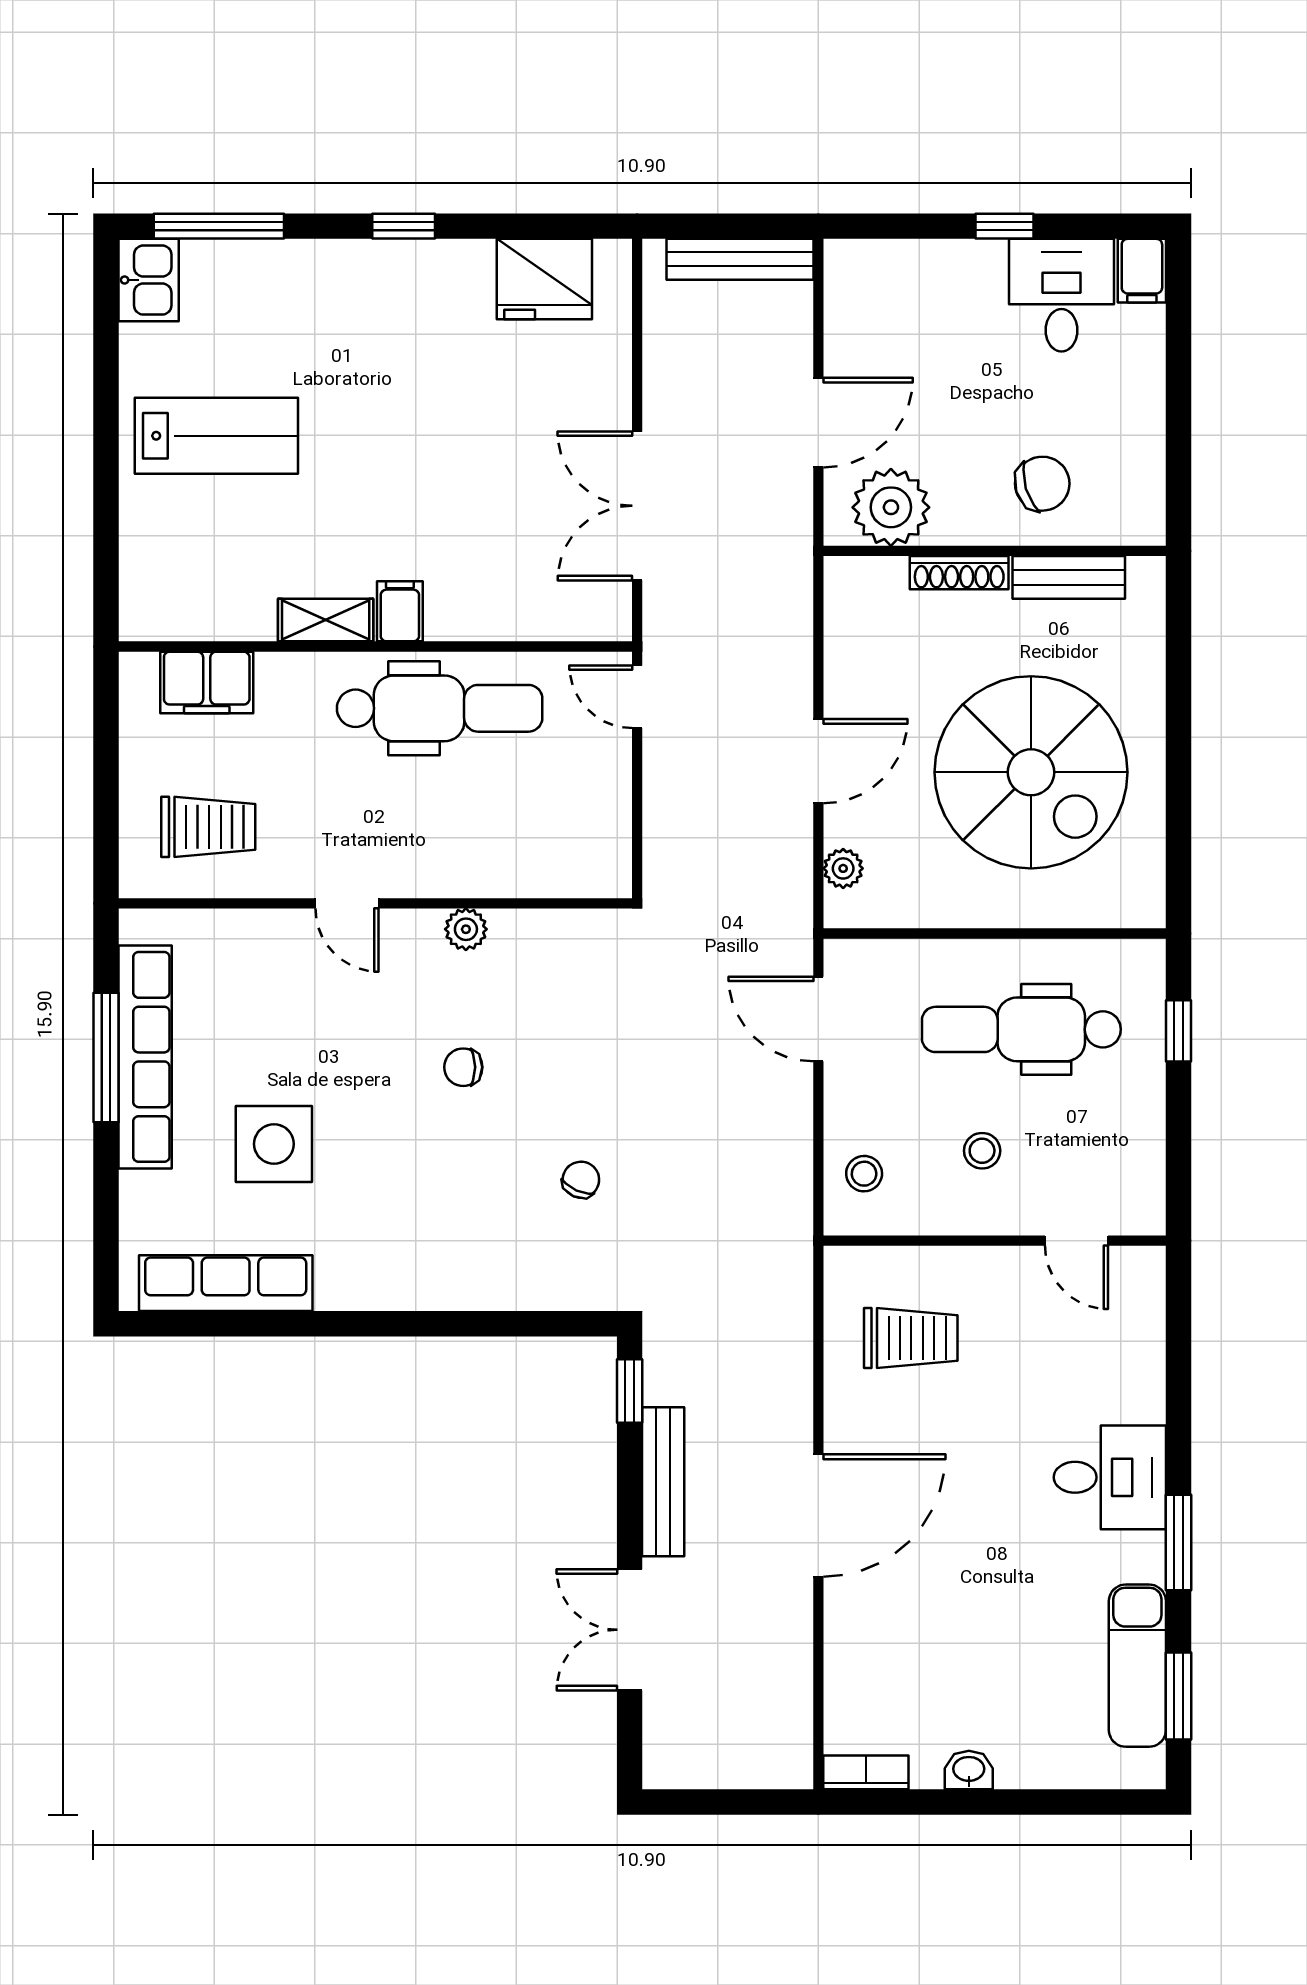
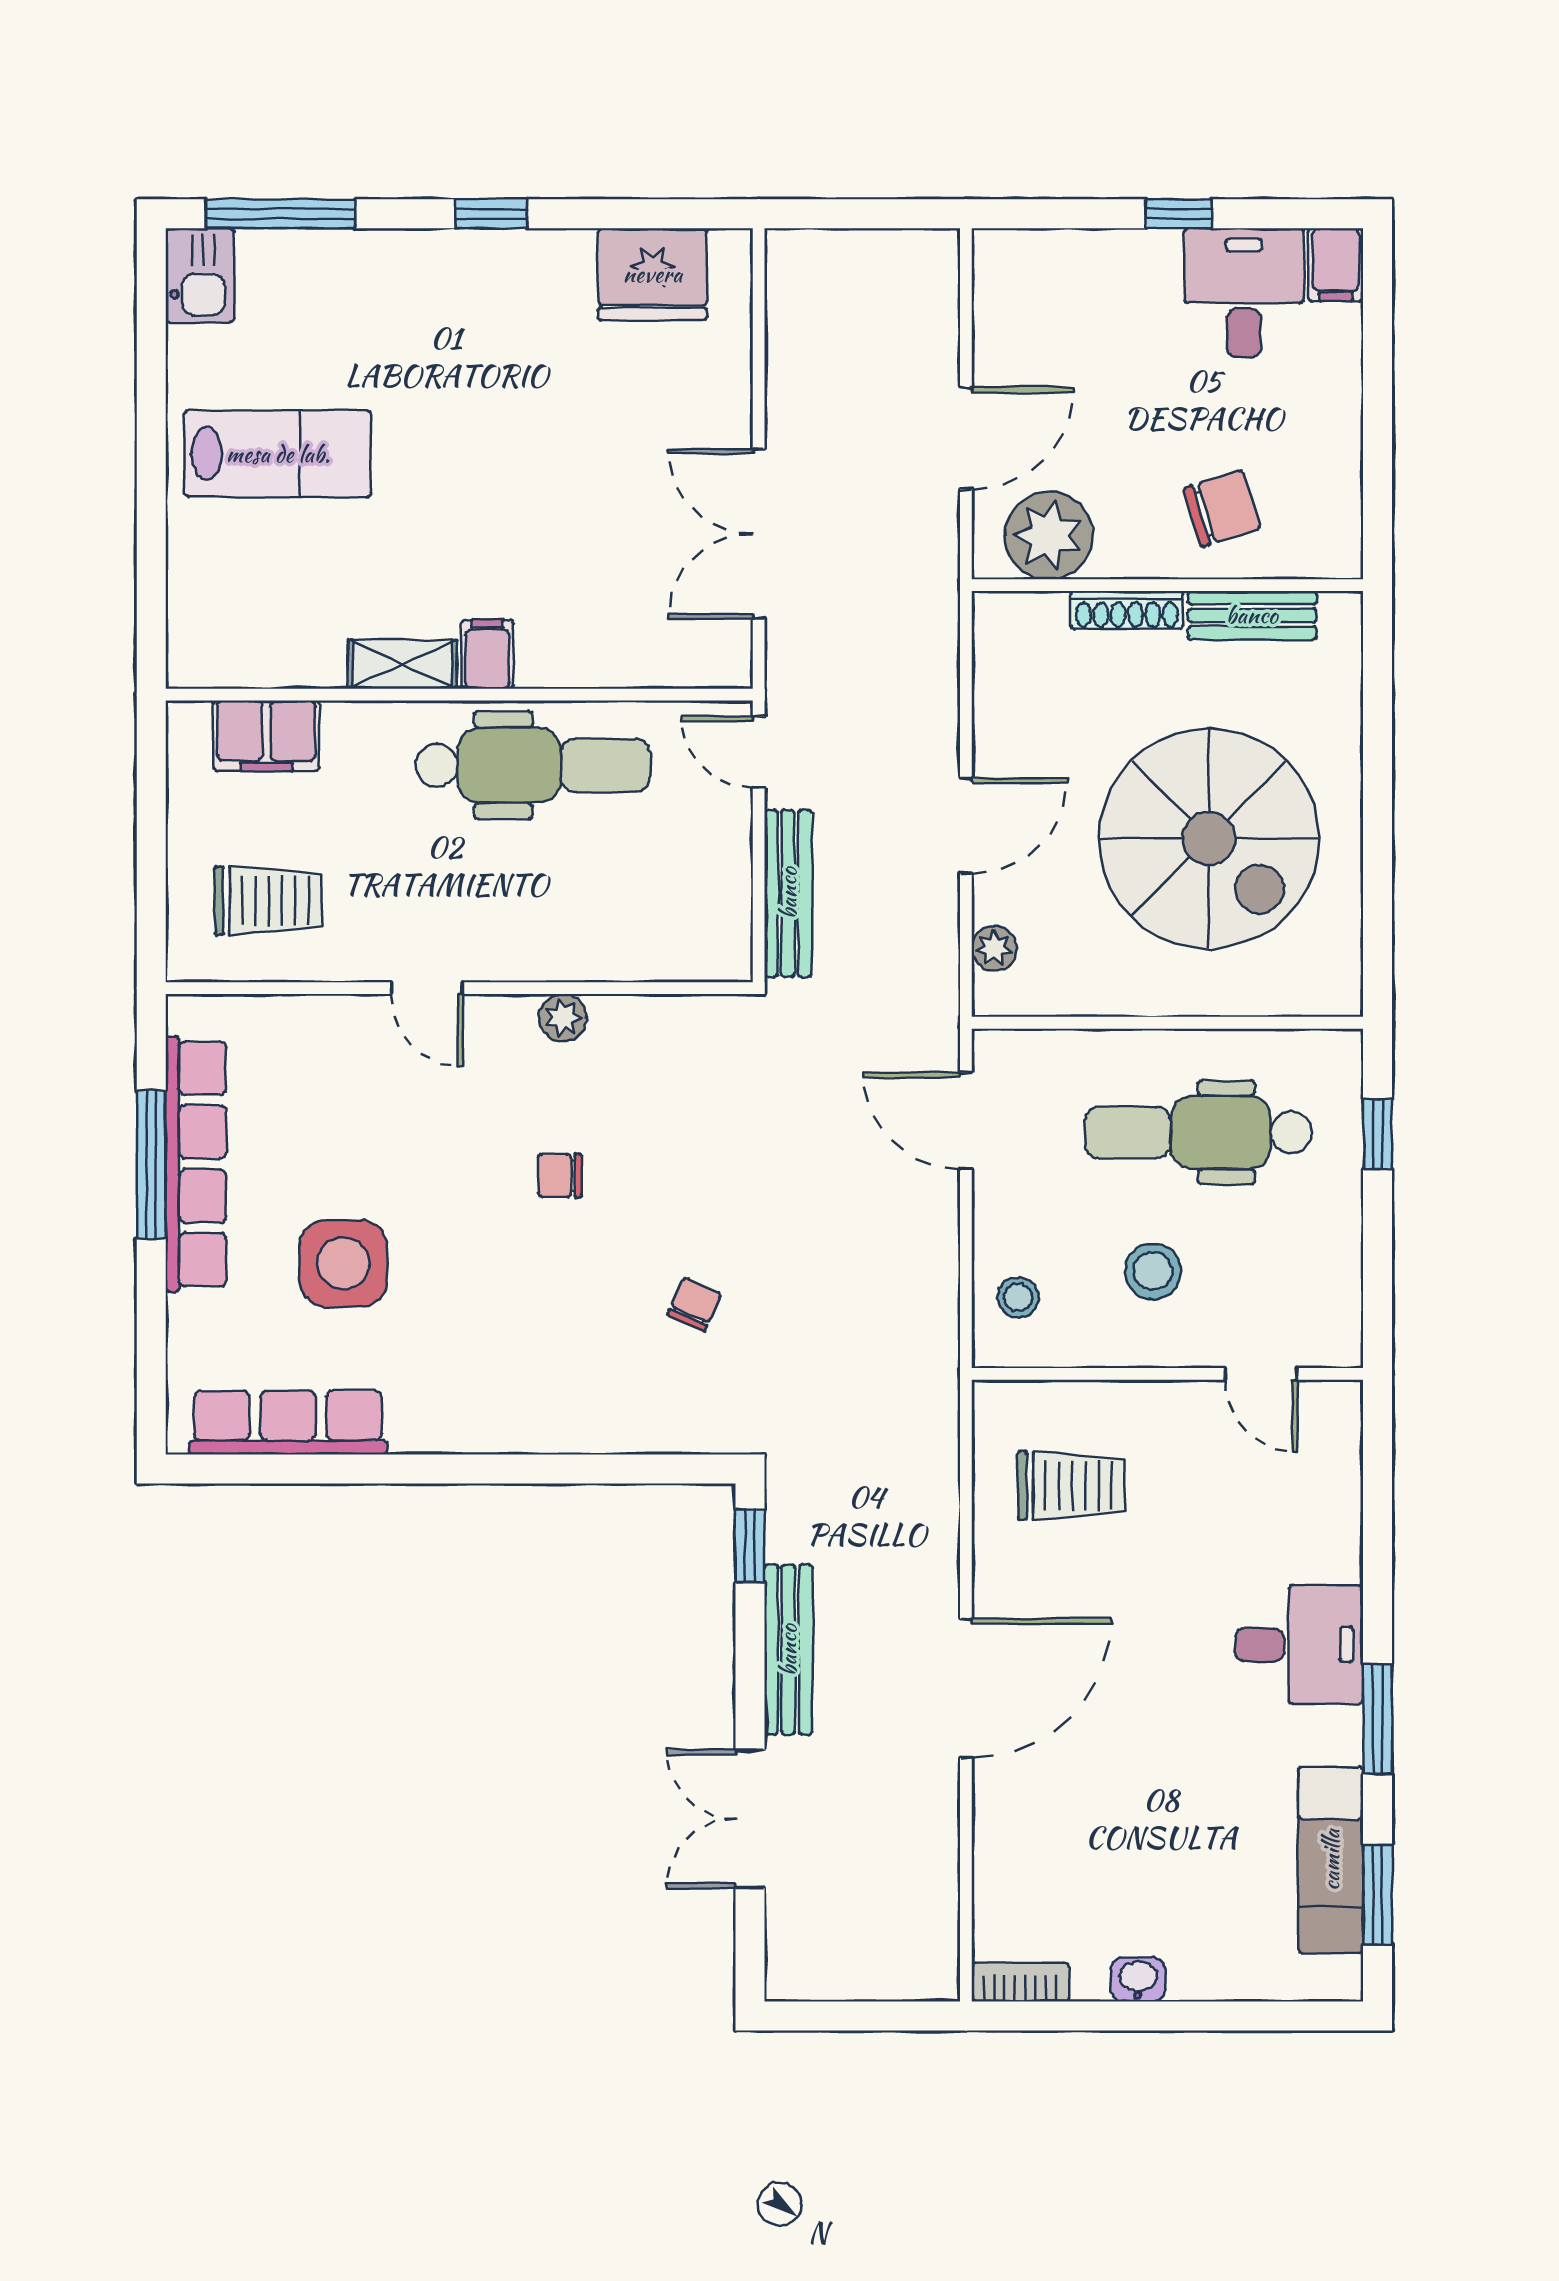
bench: (740, 259) -> (788, 893), moved, turned 90
stool: (982, 1151) -> (1153, 1271), width x1.37, depth x1.37

